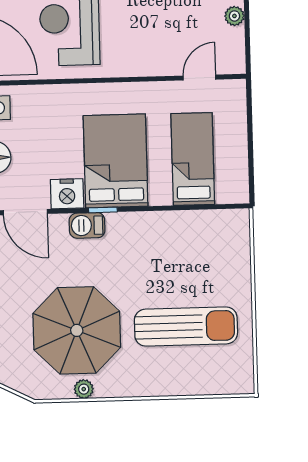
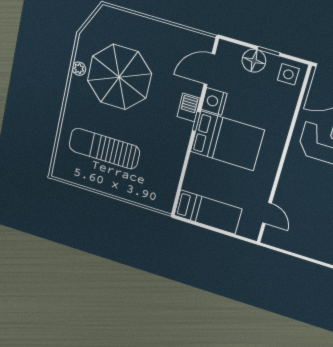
plant: (234, 16) -> (301, 249), removed
bed: (193, 159) -> (208, 212), moved
sun lounger: (186, 327) -> (104, 149), turned 90

